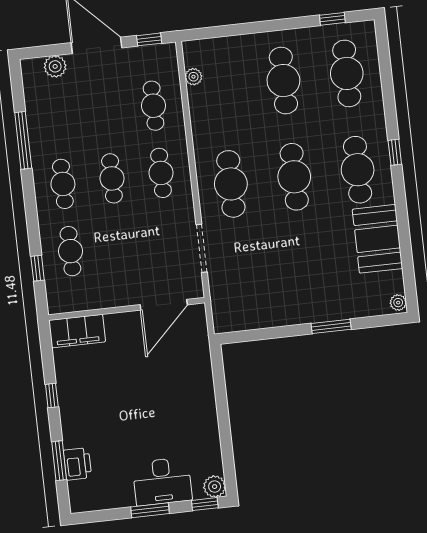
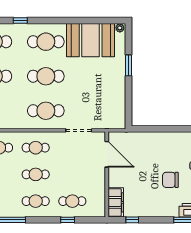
window: (395, 152) -> (20, 21), moved
booth: (377, 239) -> (91, 40), width x1.36, depth x1.42
window: (38, 268) -> (68, 220), moved
window: (52, 396) -> (132, 220), moved
chair: (130, 427) -> (170, 180), added

